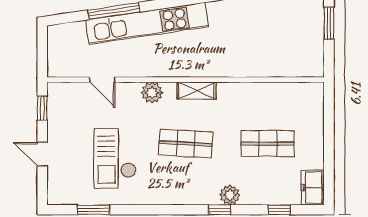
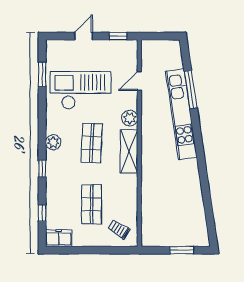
shelving: (197, 91) -> (129, 151), width x1.50, depth x1.33
trolley: (301, 107) -> (119, 229), added
checkout: (115, 158) -> (81, 90), width x1.36, depth x1.21
plant: (230, 195) -> (53, 142), moved

